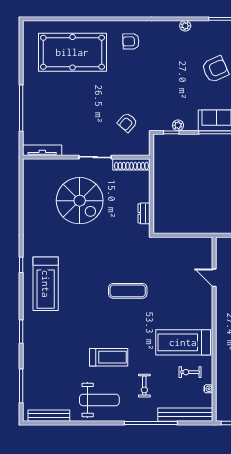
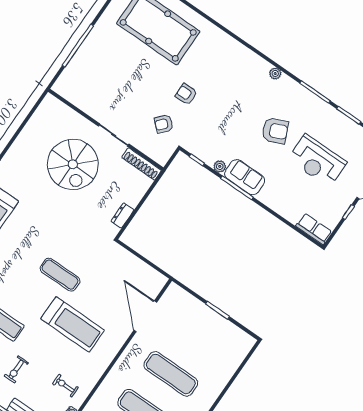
armchair: (131, 41) -> (186, 94), moved
plant: (178, 125) -> (220, 166), moved
tv unit: (42, 150) -> (71, 96), removed
door: (214, 278) -> (145, 316), width x1.87
treadmill: (183, 342) -> (73, 324), moved, turned 180

